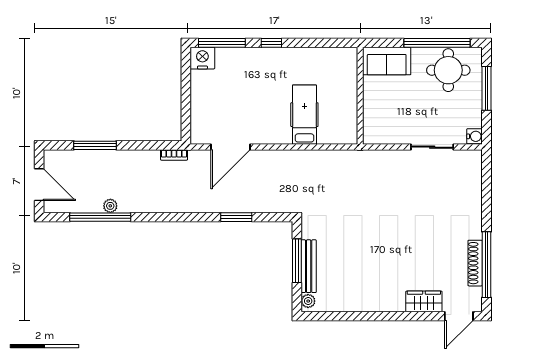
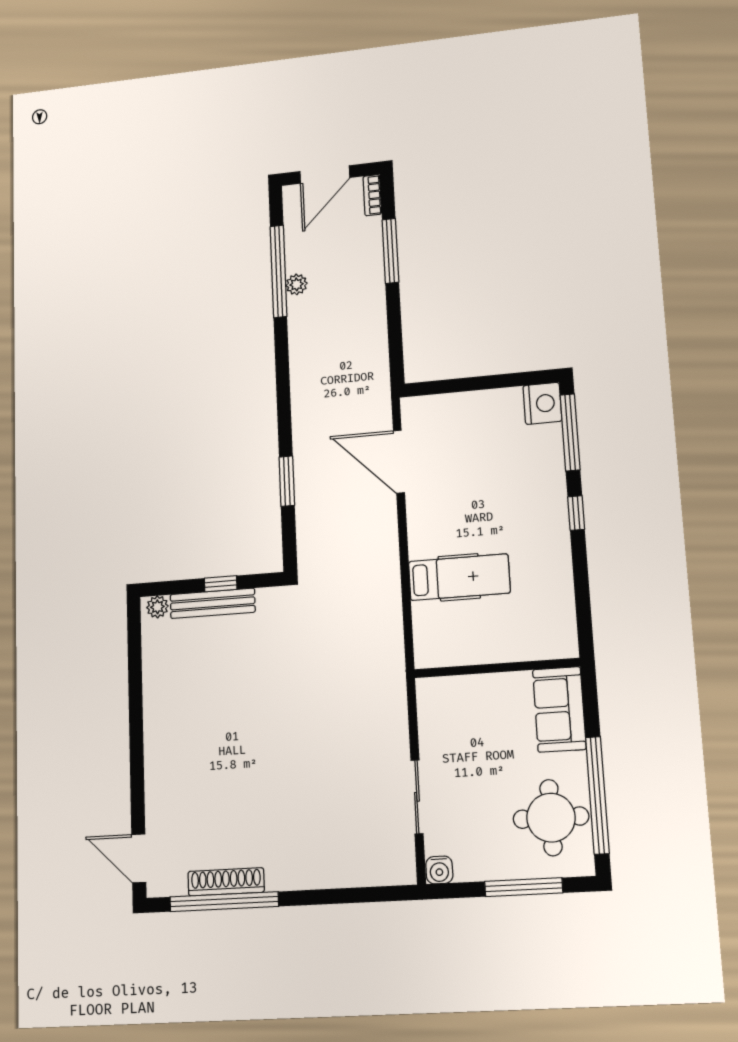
bookcase: (174, 155) -> (372, 195), moved
window: (297, 261) -> (221, 584), width x0.46
wardrobe: (424, 301) -> (161, 798), removed

